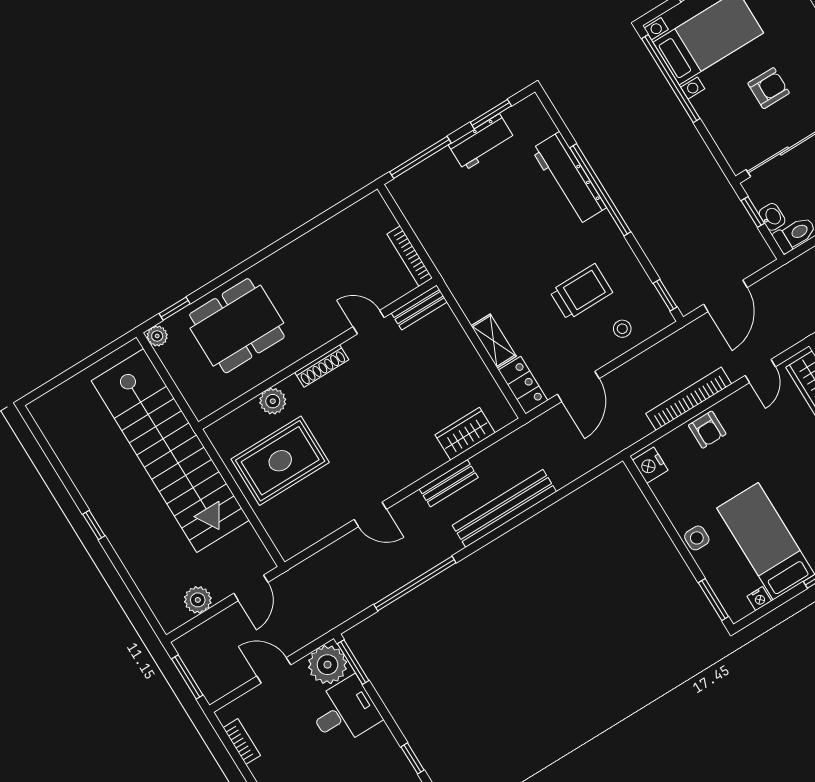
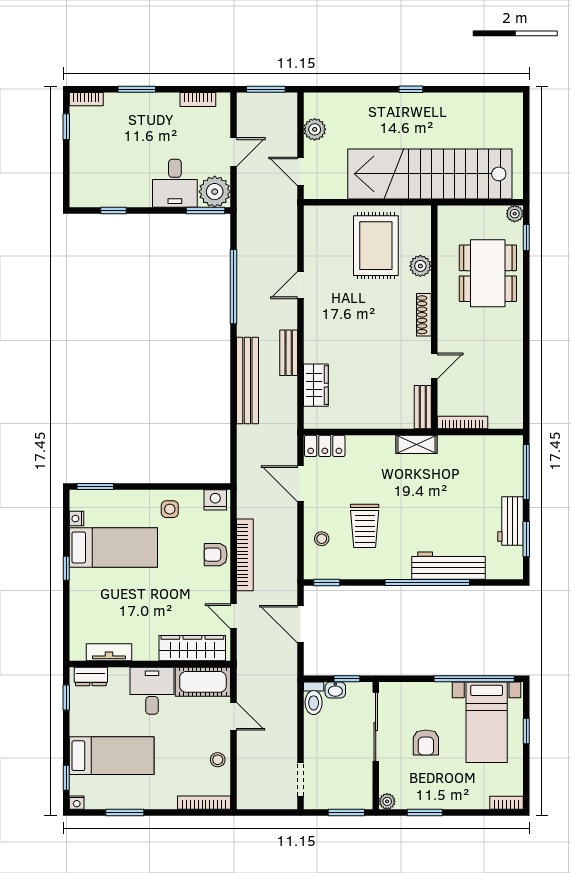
shelving: (494, 341) -> (416, 444), moved
side table: (697, 538) -> (170, 509), moved

